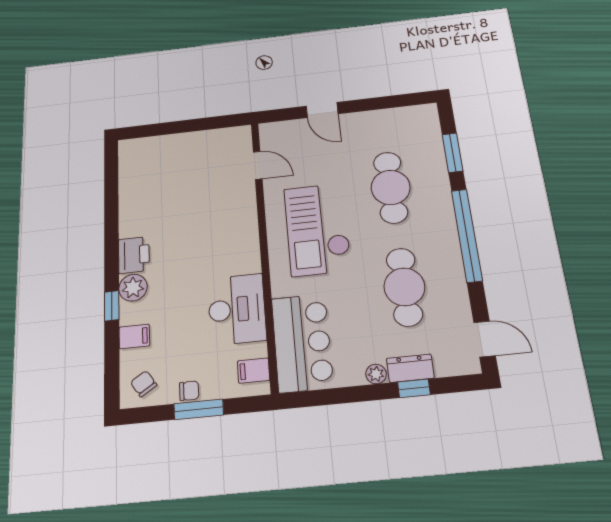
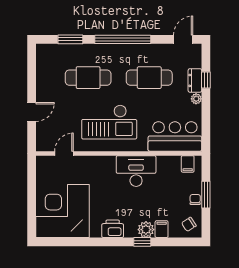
corner desk: (162, 174) -> (62, 211), added
plant: (133, 288) -> (146, 230), moved
desk: (237, 309) -> (136, 171), moved

